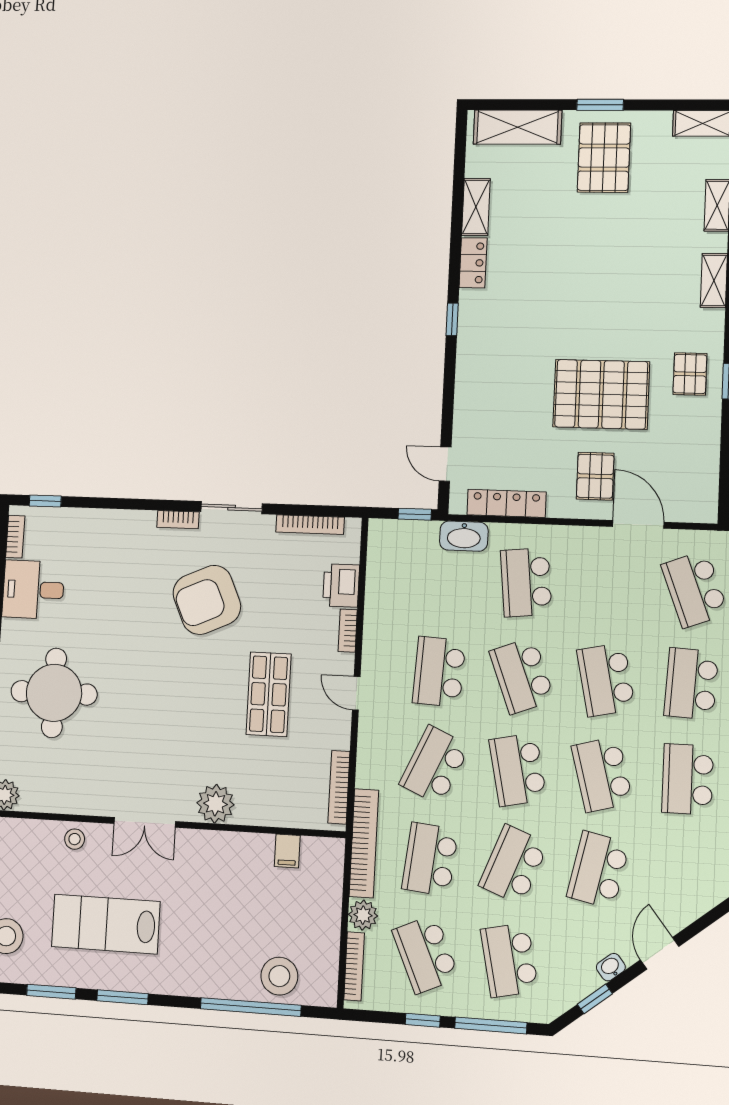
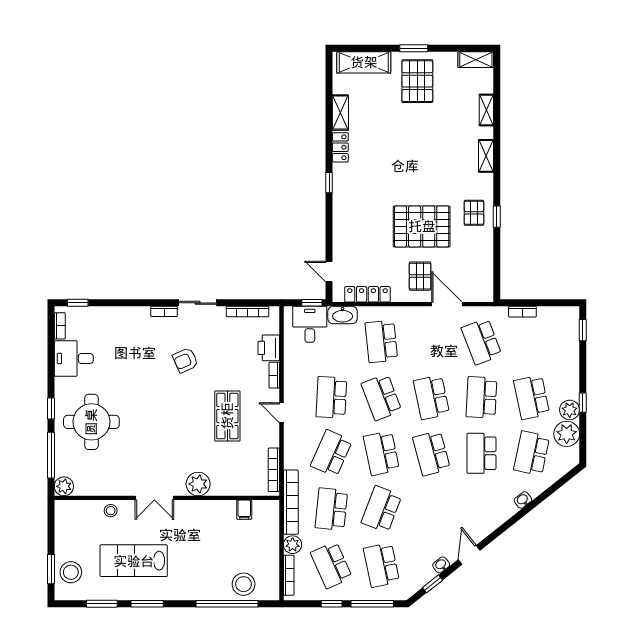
desk: (410, 549) -> (310, 324), added
armchair: (207, 600) -> (185, 360), width x0.53, depth x0.53
school desk: (598, 870) -> (431, 509), removed

